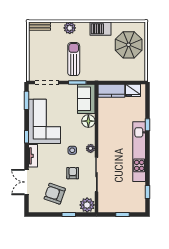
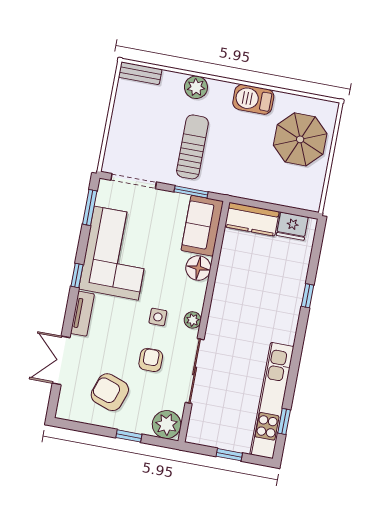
kitchen unit: (139, 152) -> (272, 400), moved

